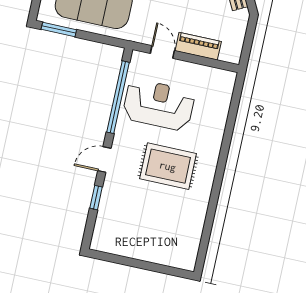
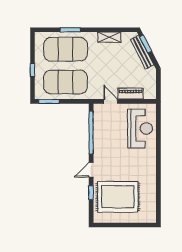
reception desk: (159, 105) -> (140, 128), moved, turned 90
rug: (168, 166) -> (118, 197), moved, width x1.37, depth x1.44

